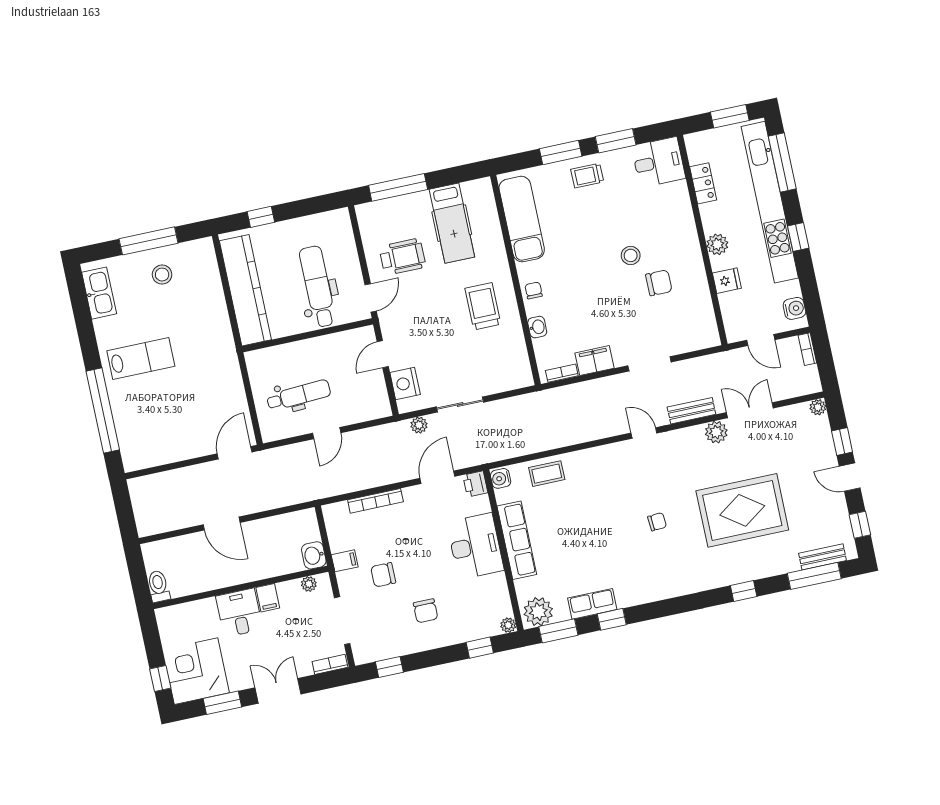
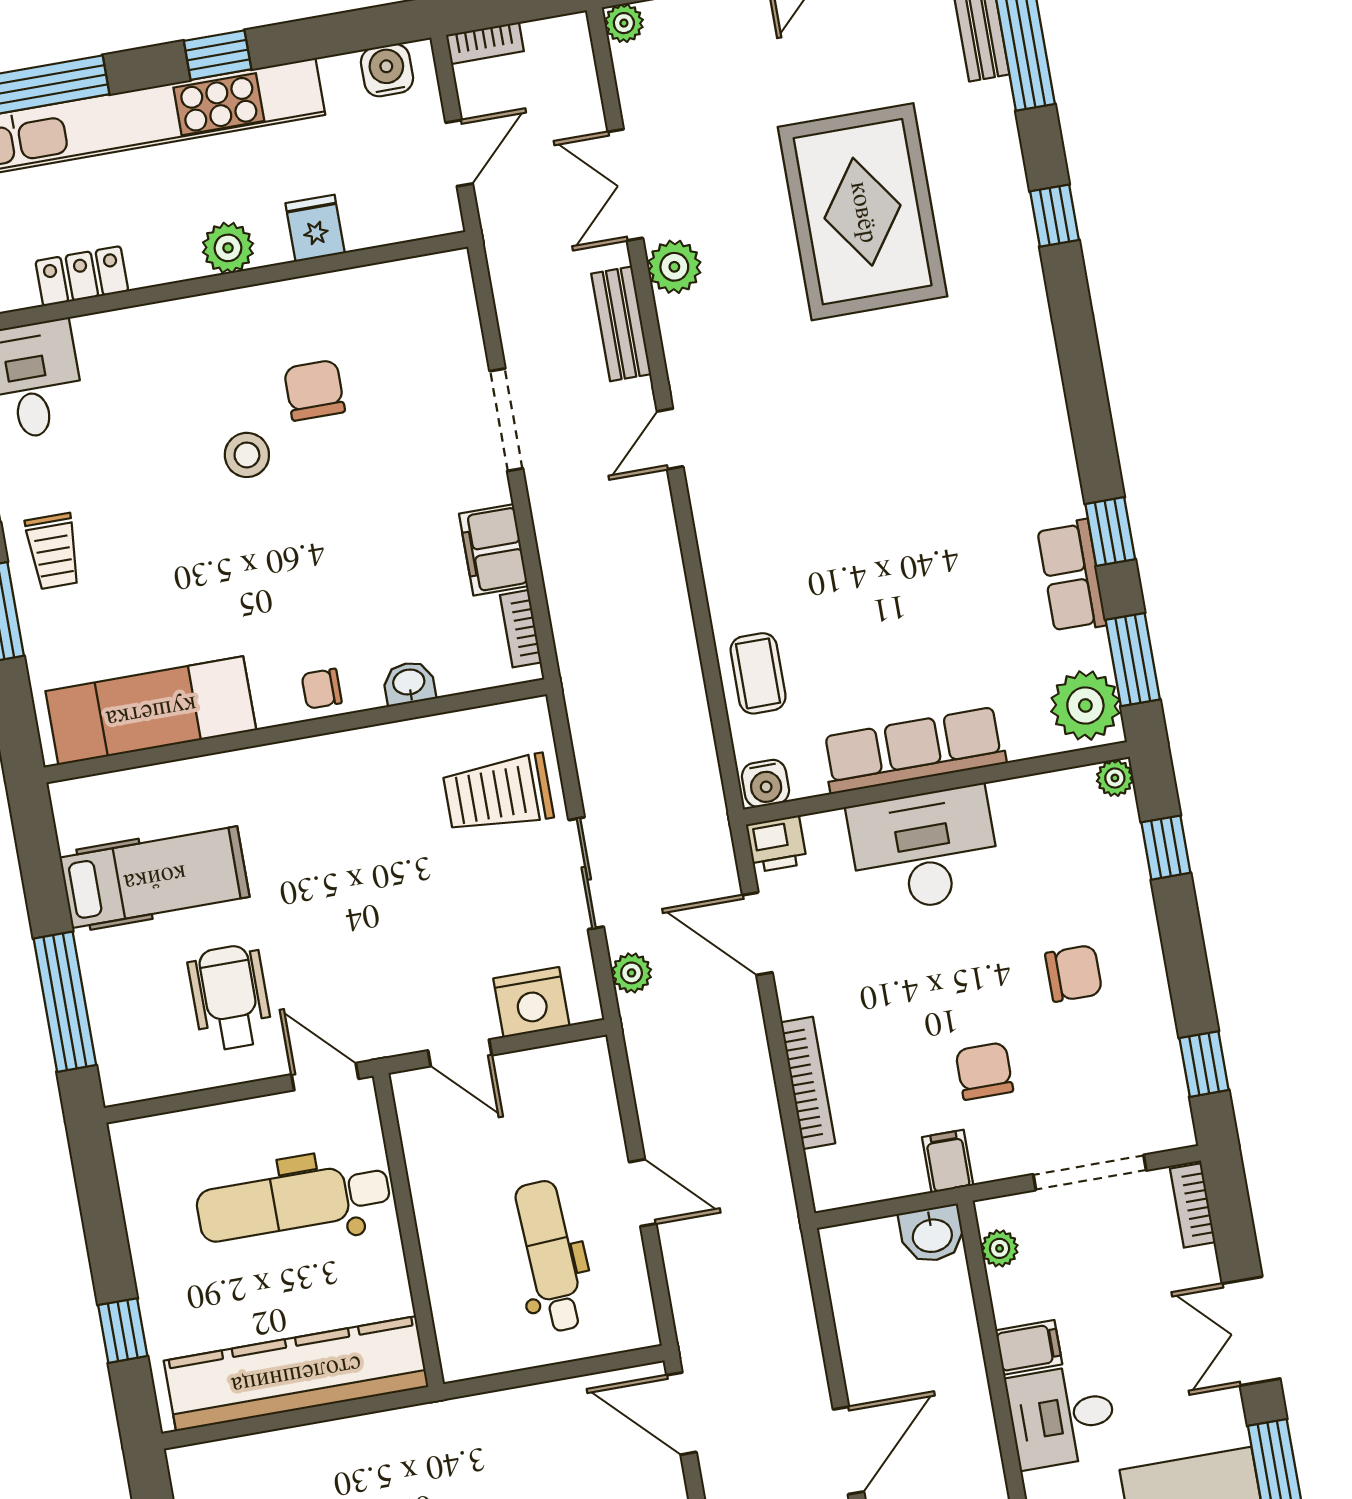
trolley: (483, 306) -> (498, 794), moved
chair: (657, 522) -> (882, 415), removed
chair: (383, 575) -> (984, 1071), turned 180

